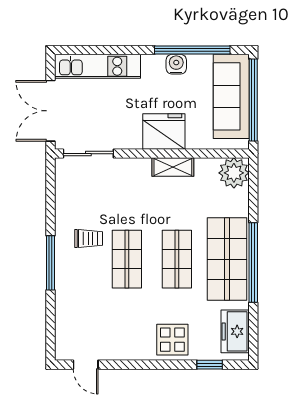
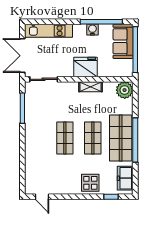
sofa: (231, 96) -> (123, 41), width x0.73
trolley: (89, 238) -> (44, 127), removed
window: (50, 263) -> (22, 108), moved

